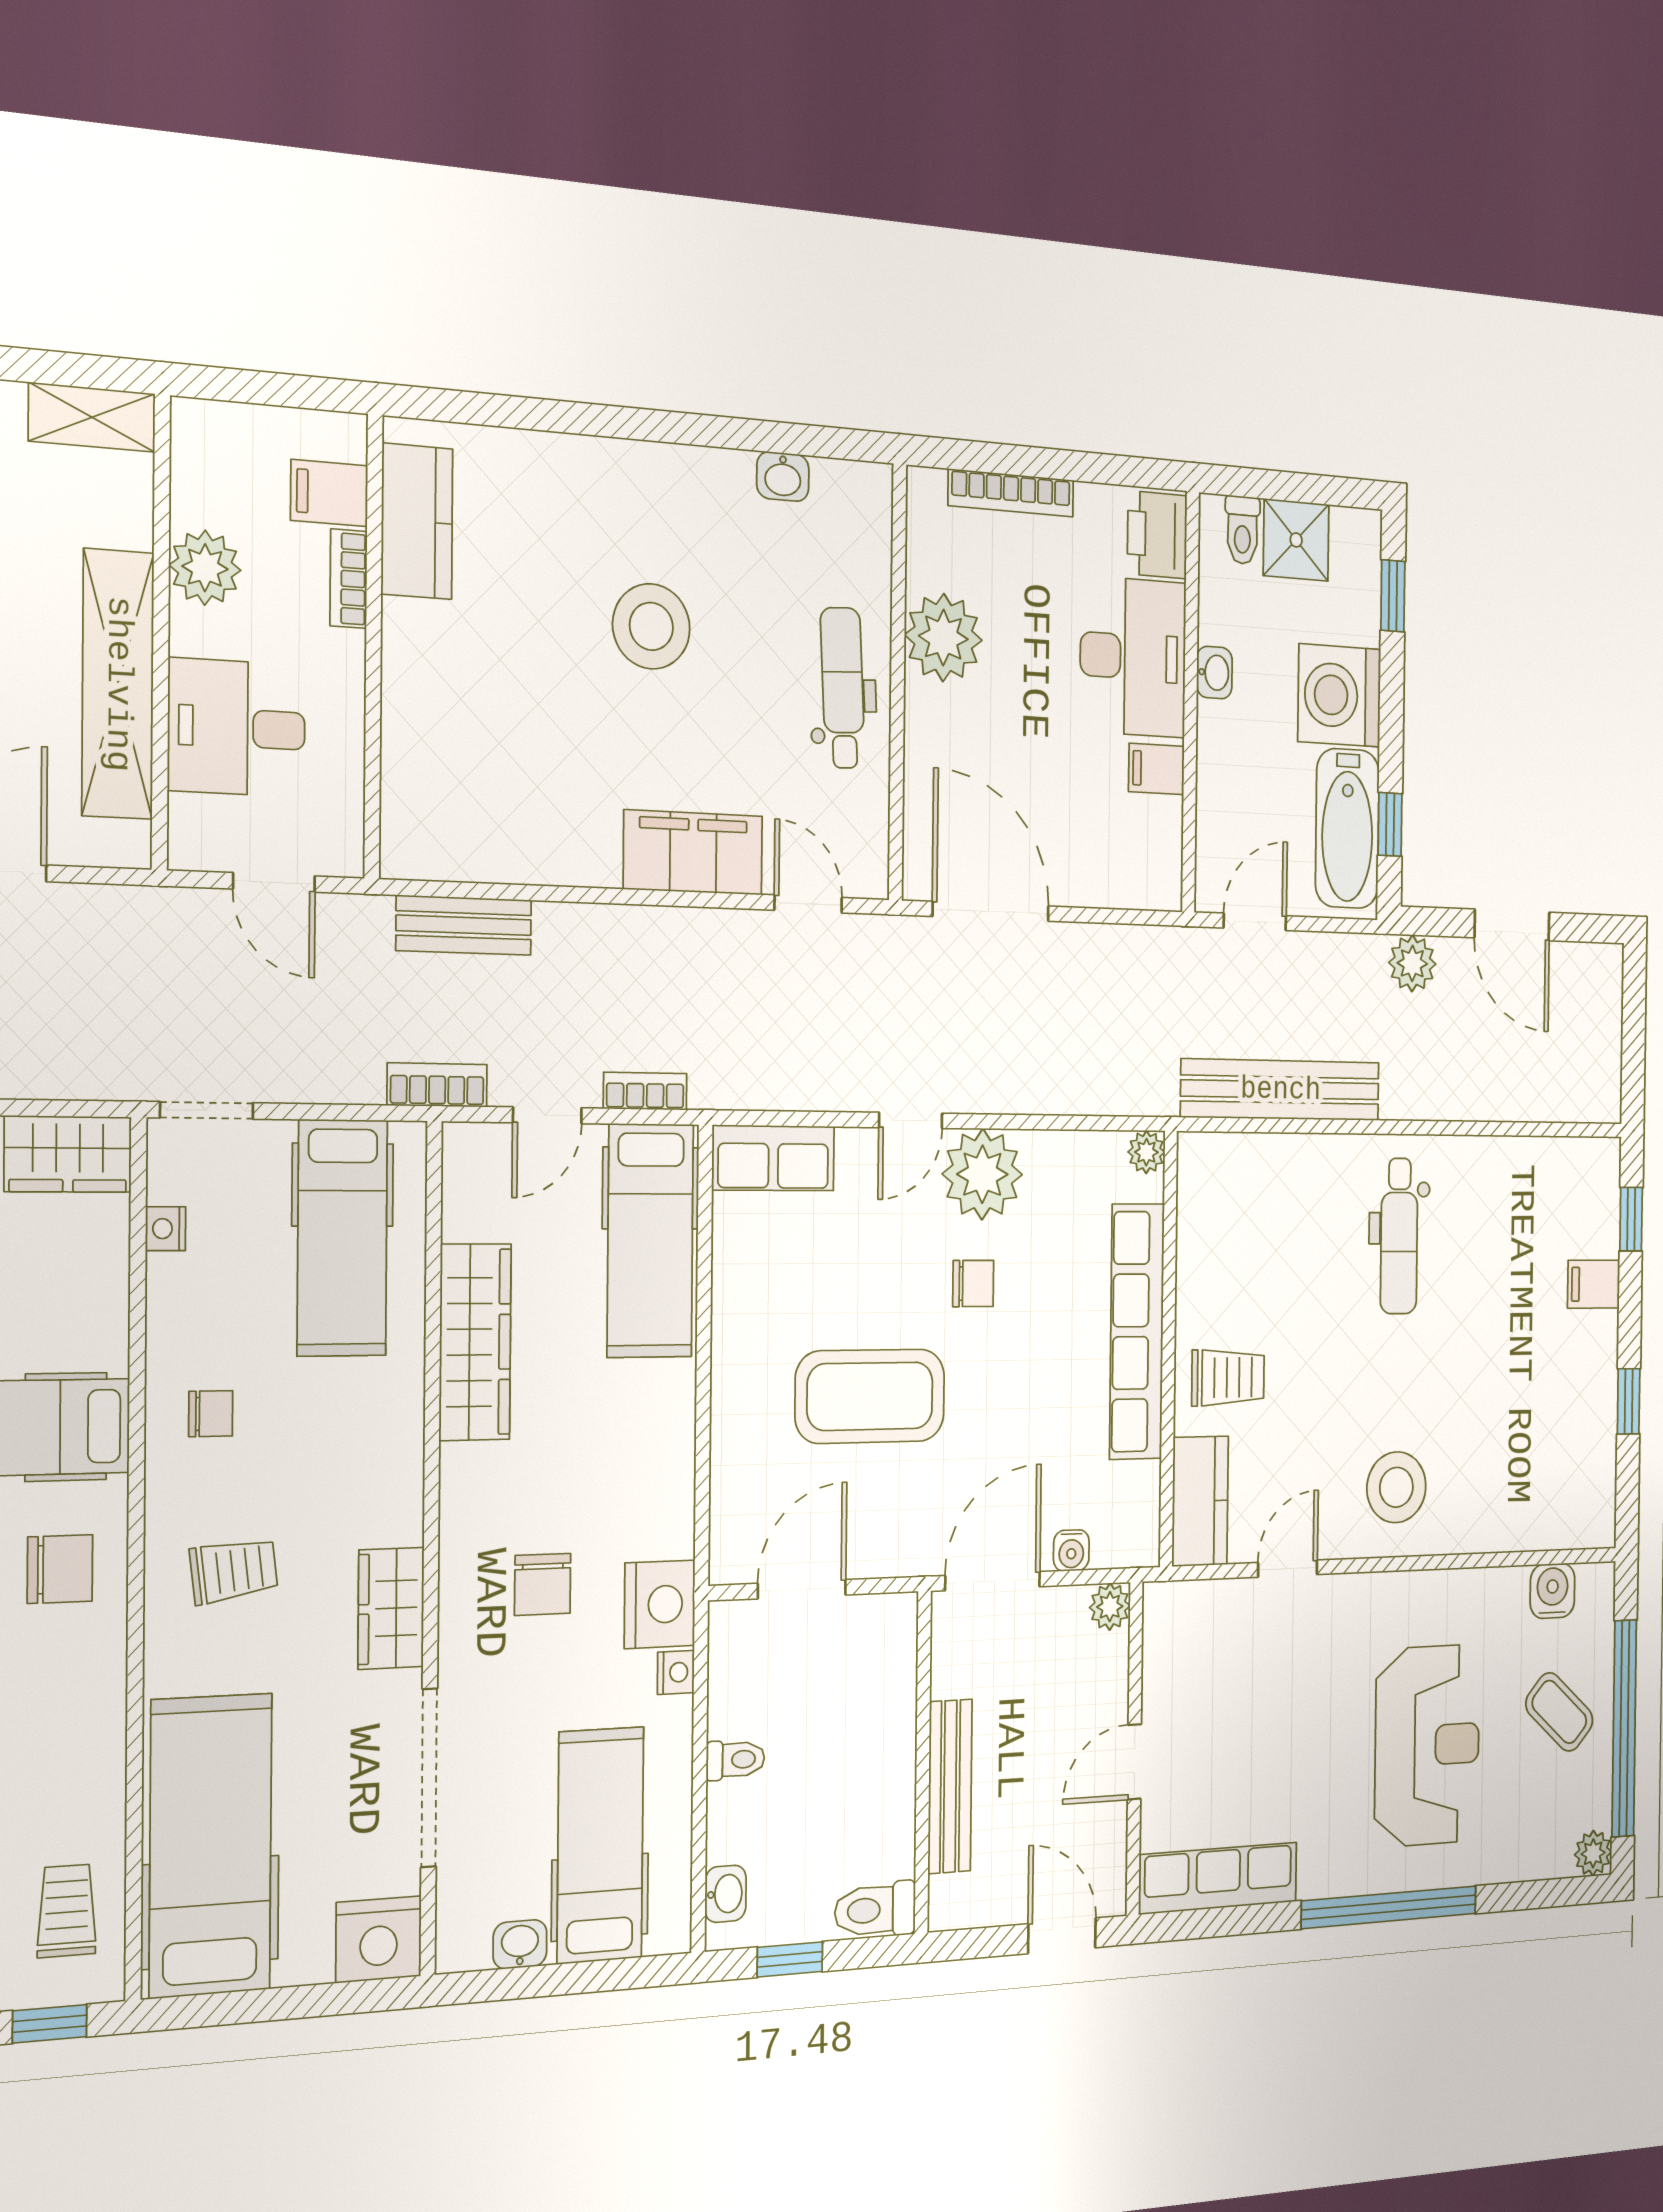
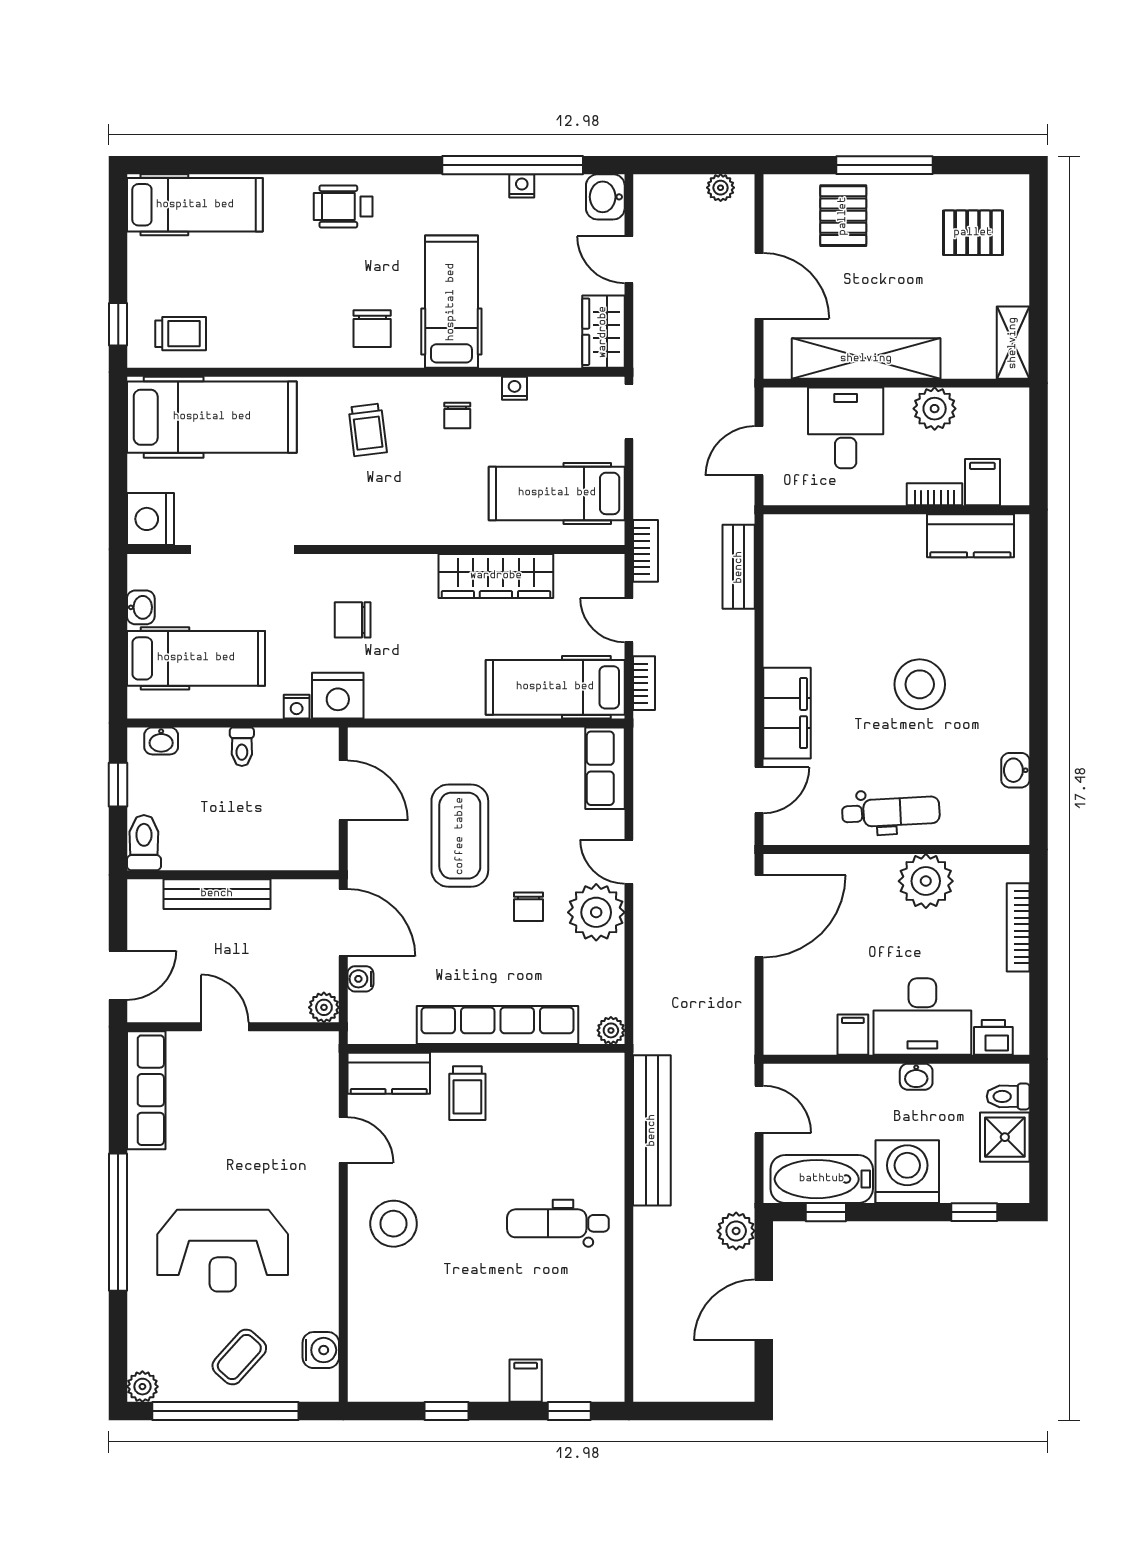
printer: (1157, 535) -> (993, 1037), width x0.73, depth x0.81
nightstand: (166, 1229) -> (514, 388), moved
wardrobe: (391, 1608) -> (342, 525), removed

